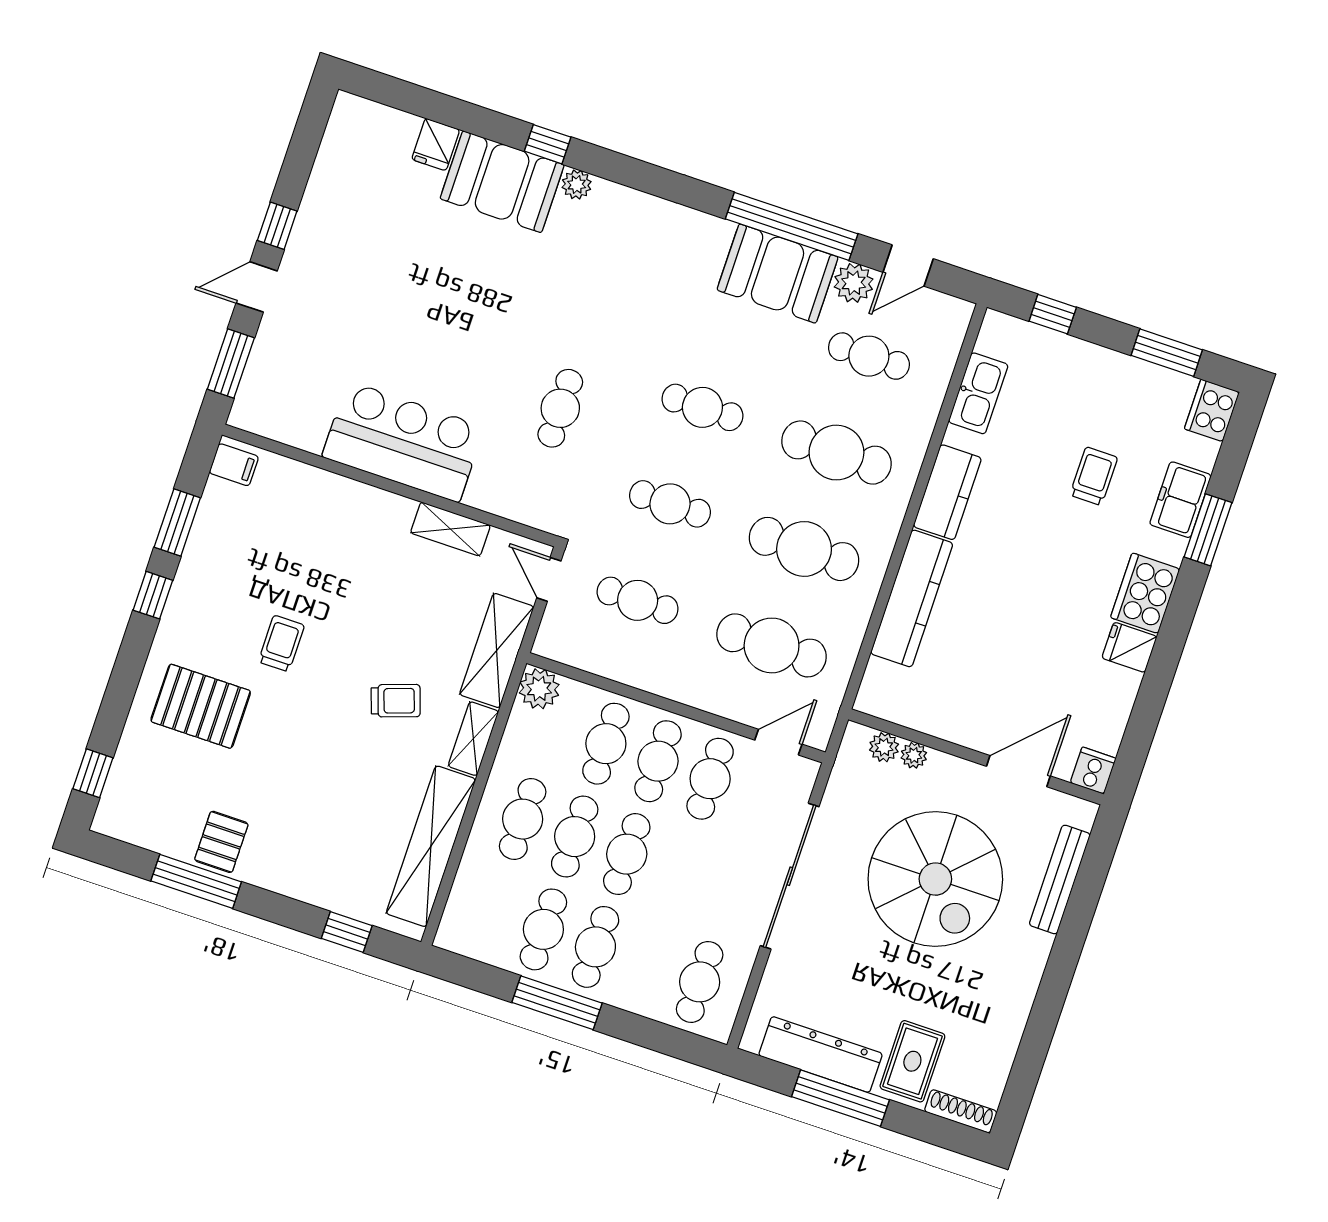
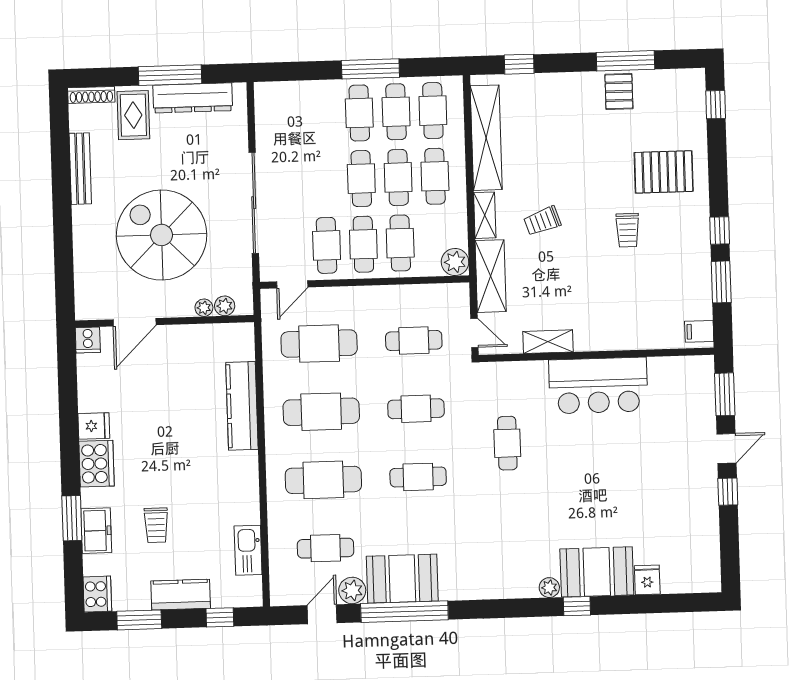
kitchen counter: (947, 492) -> (181, 595), moved, turned 90
bench: (1060, 879) -> (80, 169), moved
cafe table: (700, 982) -> (433, 111), moved

